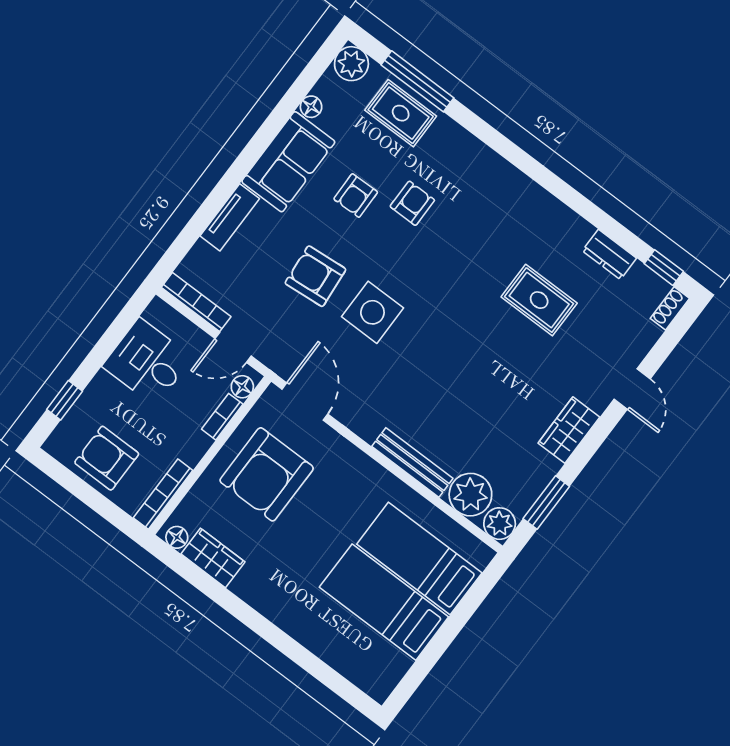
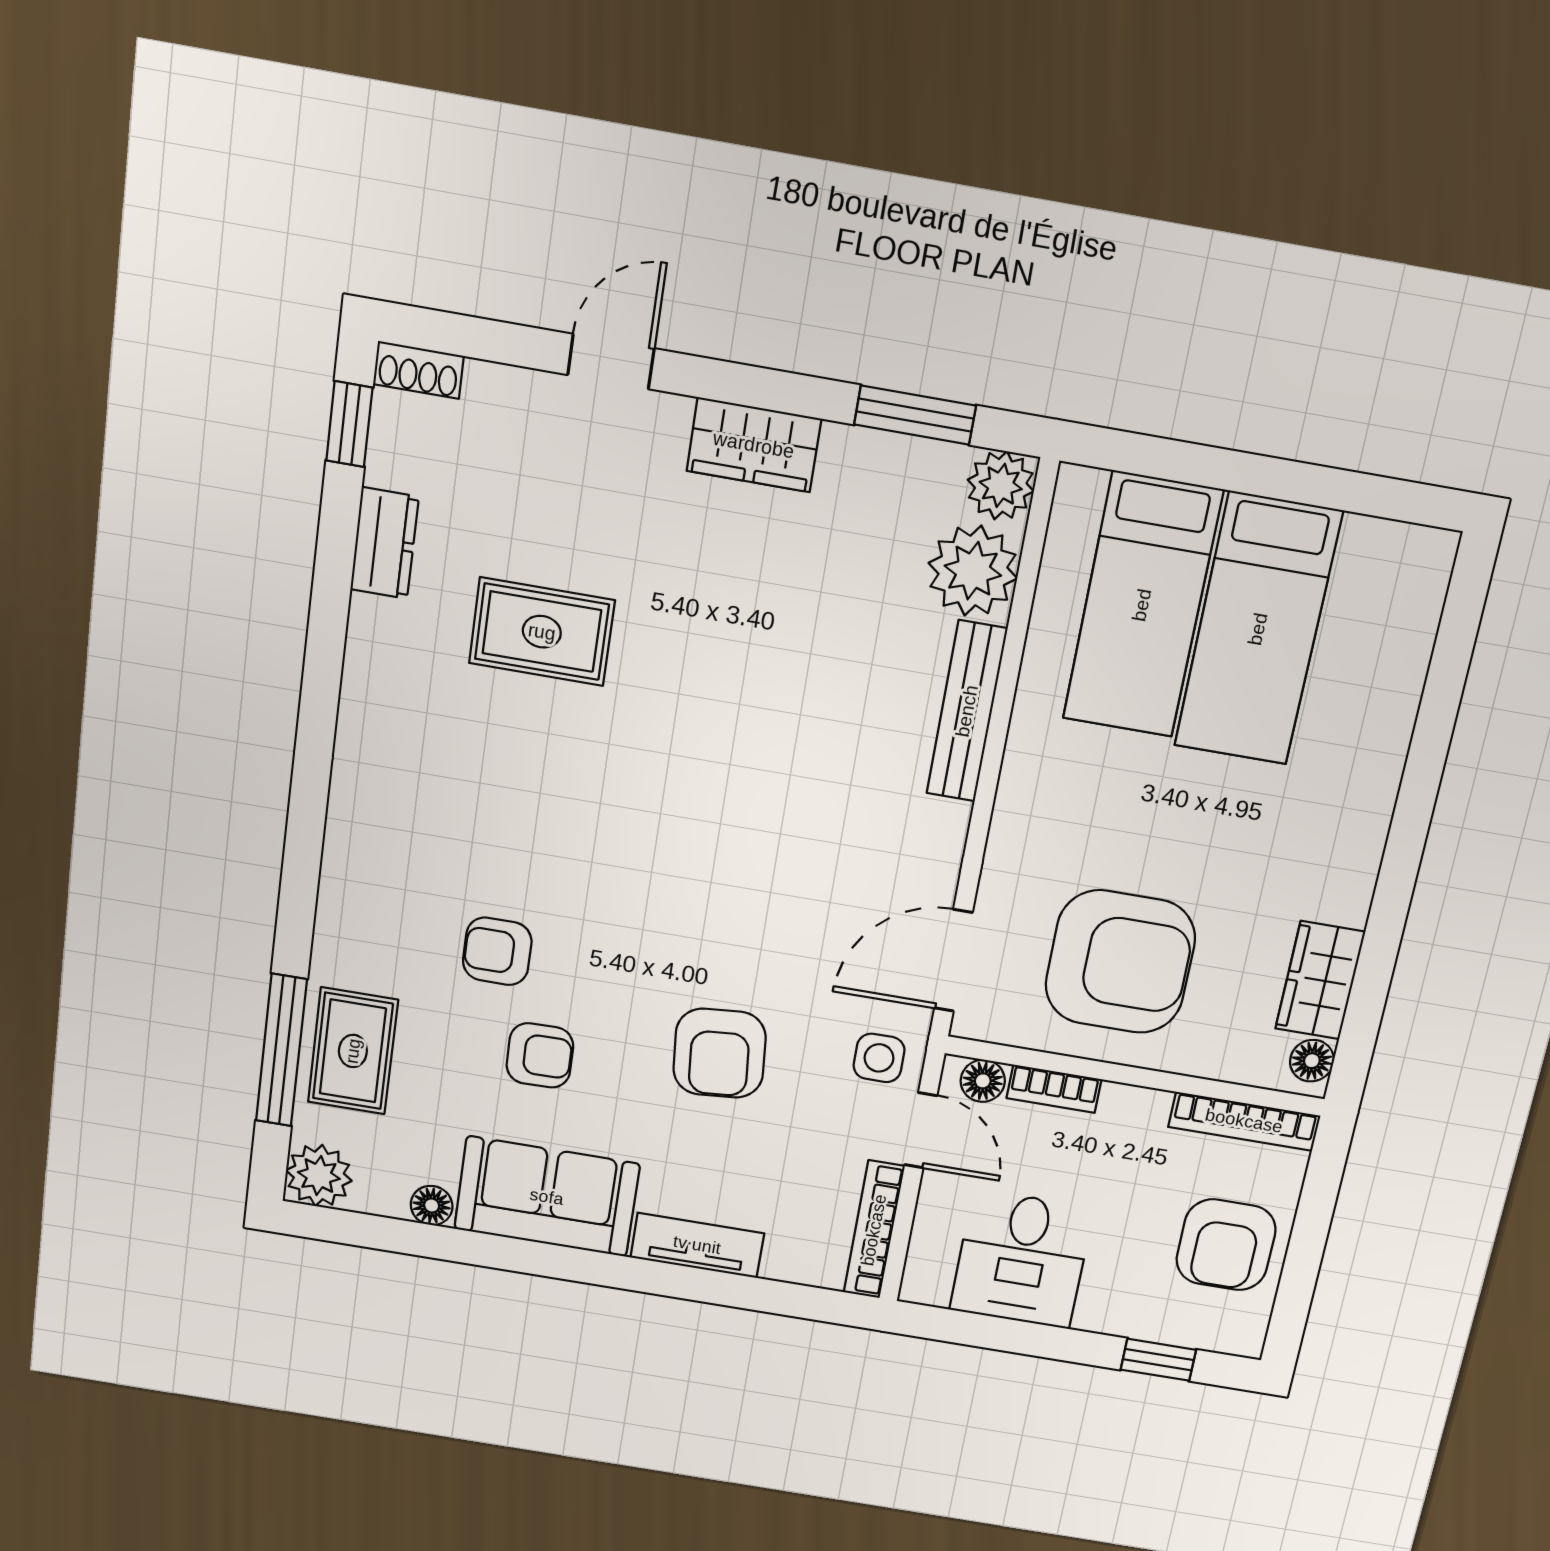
rug: (539, 300) -> (542, 632), turned 90
side table: (372, 312) -> (879, 1058), moved, width x0.54, depth x0.54

